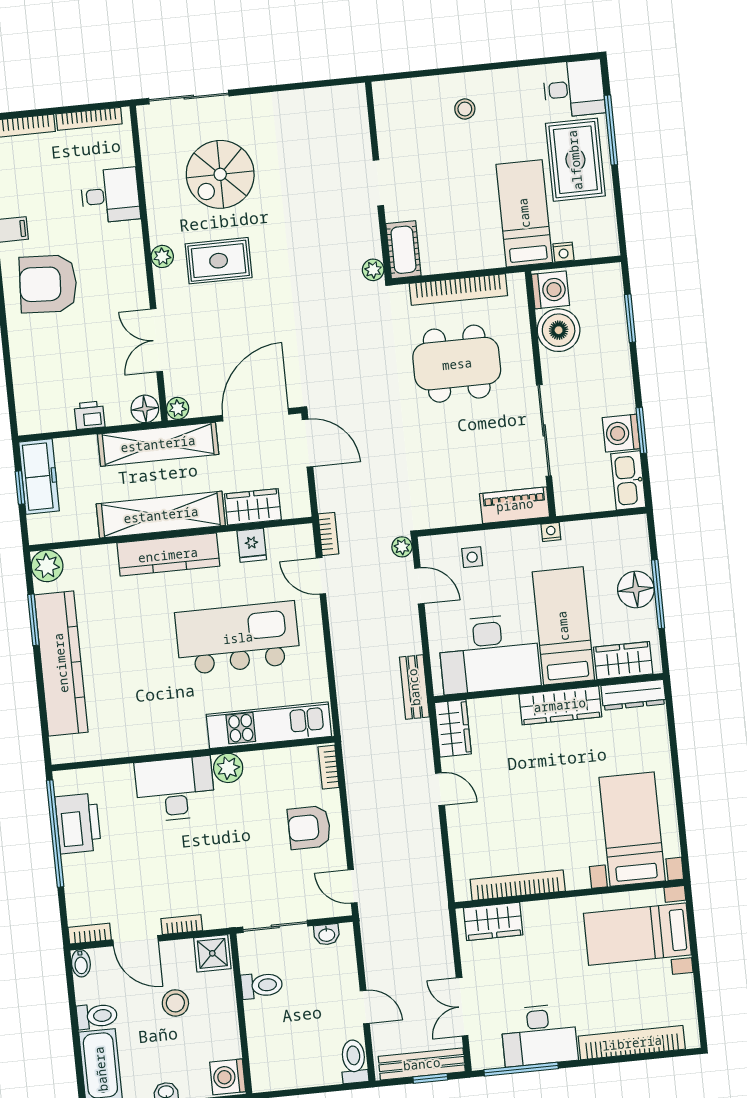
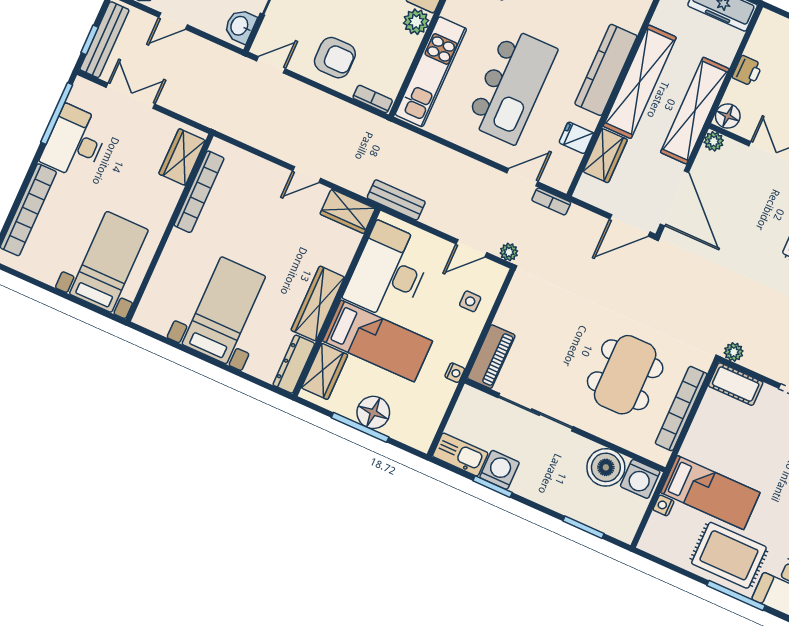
armchair: (309, 828) -> (335, 58), turned 90
bed with nightstands: (632, 829) -> (224, 310), moved, turned -90
washbasin: (327, 935) -> (240, 26), width x1.38, depth x1.45

